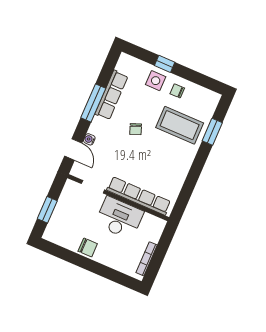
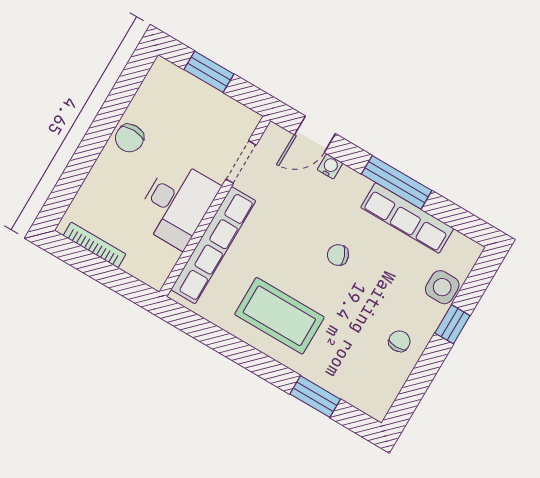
side table: (156, 81) -> (442, 287), moved
coffee table: (180, 125) -> (279, 316), moved, turned 90

